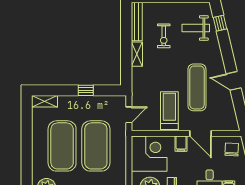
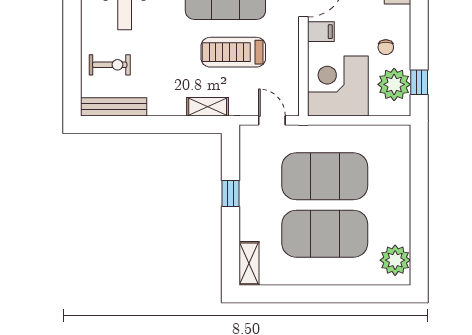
exercise bike: (164, 36) -> (110, 65), moved
shelving: (137, 54) -> (208, 107), moved
treadmill: (169, 111) -> (233, 52), moved

